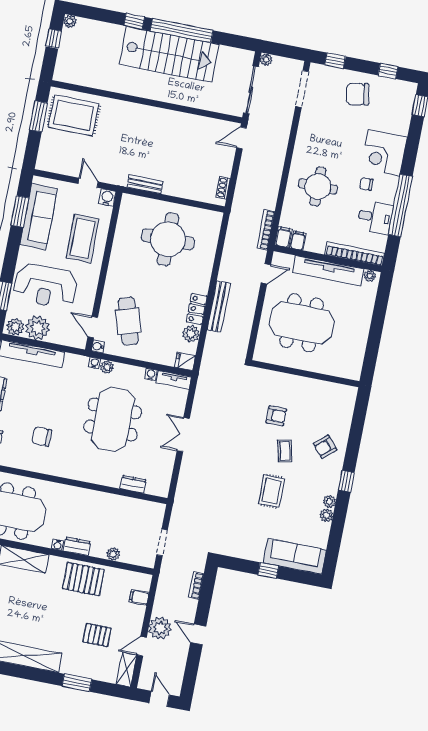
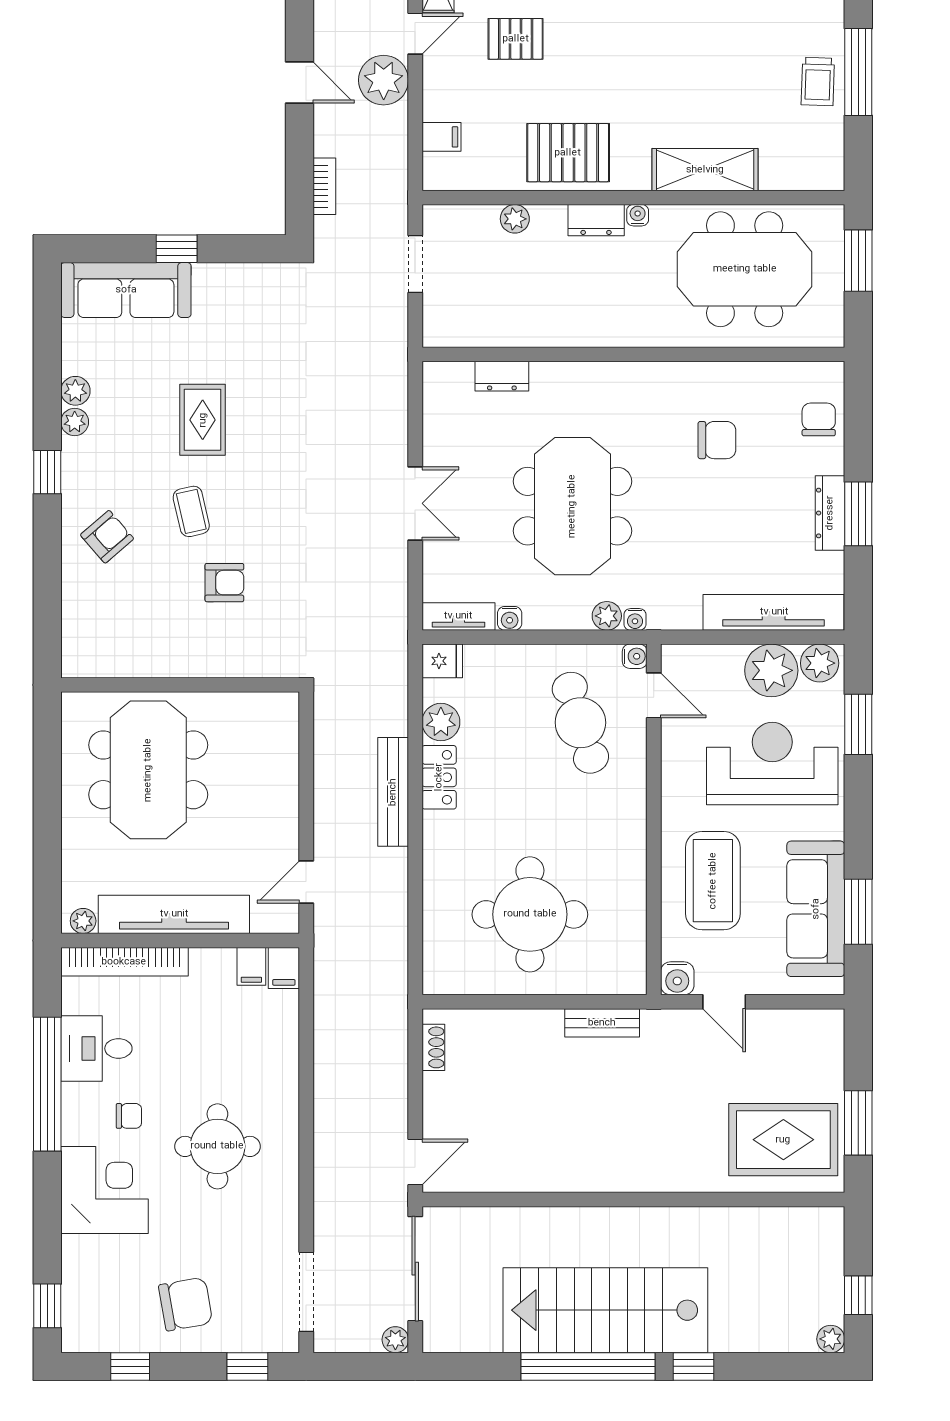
round table: (318, 186) -> (217, 1146), moved
bookcase: (266, 230) -> (324, 976), removed
meeting table: (302, 323) -> (148, 770), moved, turned 90
armchair: (276, 416) -> (224, 583), turned 180

